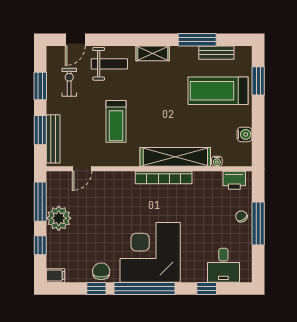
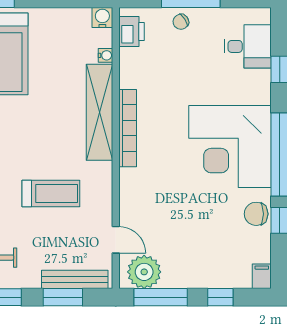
water cooler: (244, 134) -> (102, 18), moved
plant: (59, 218) -> (144, 272), moved

